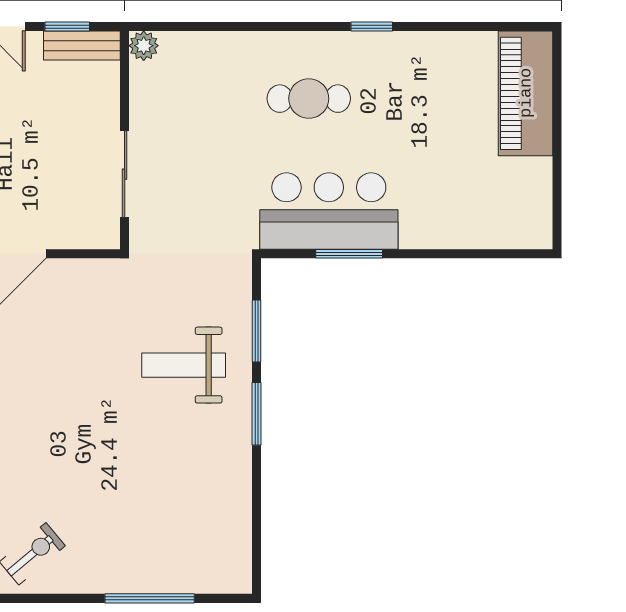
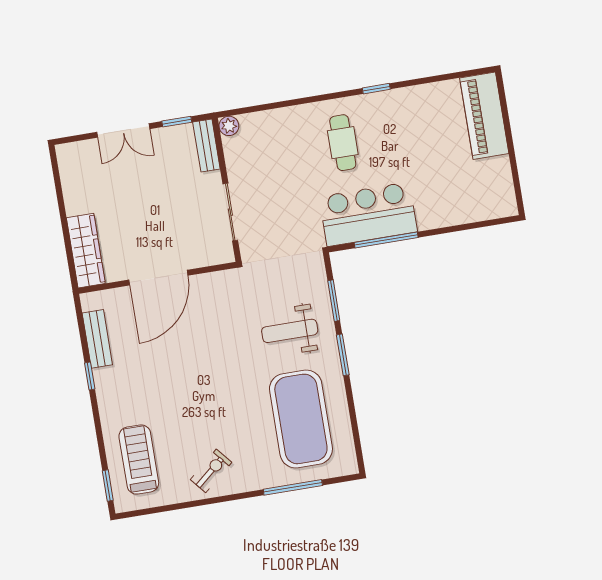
bench: (82, 46) -> (206, 145), moved, turned 90
cafe table: (309, 99) -> (343, 143), turned 90
window: (349, 254) -> (386, 240), width x1.44
exercise mat: (179, 499) -> (301, 419), added

